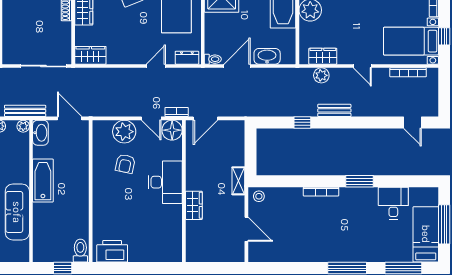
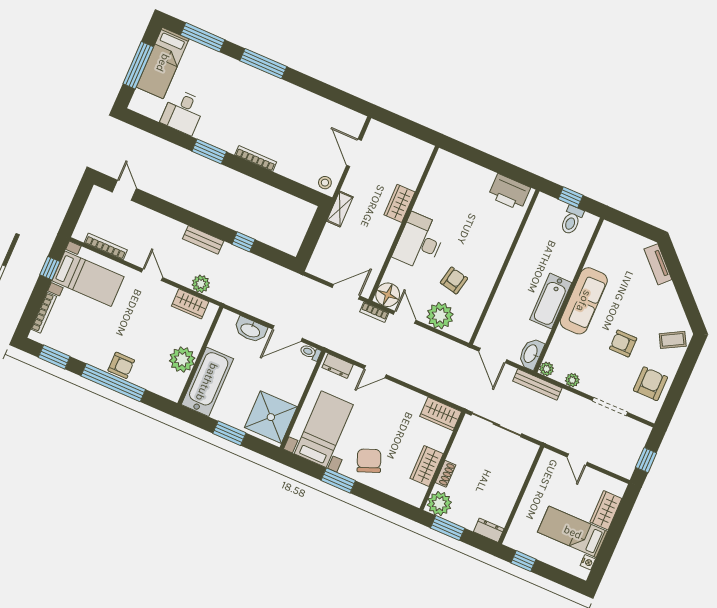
sofa: (17, 212) -> (584, 301), moved
toilet: (80, 251) -> (572, 220), moved

